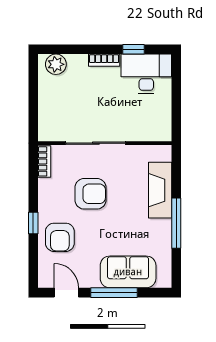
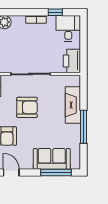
desk: (146, 74) -> (68, 28), width x0.73
printer: (159, 123) -> (72, 61), added
window: (114, 293) -> (56, 172), moved

